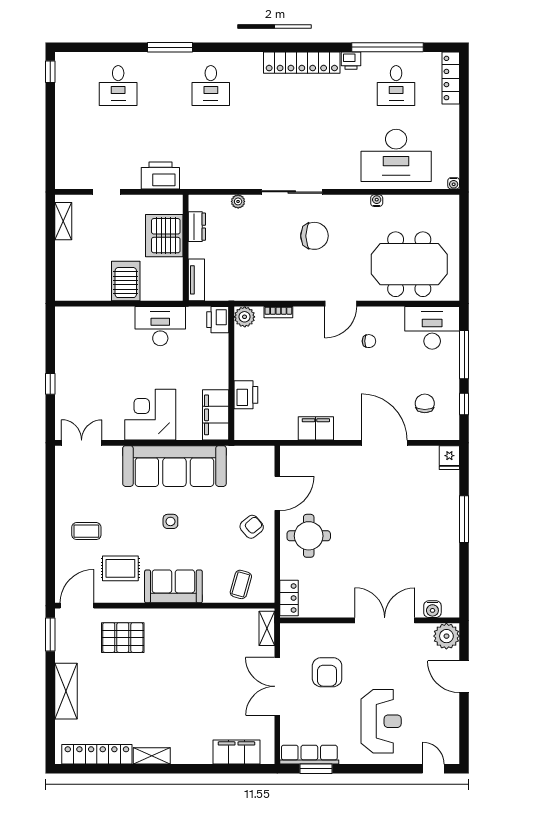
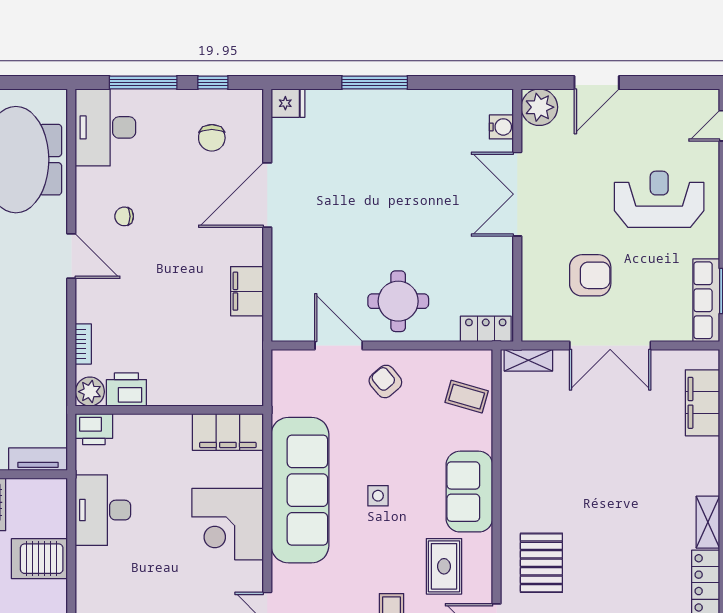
chair: (369, 341) -> (124, 216), turned -90
printer: (246, 395) -> (126, 390), moved
chair: (425, 403) -> (212, 138), turned -90

